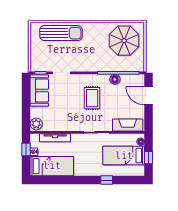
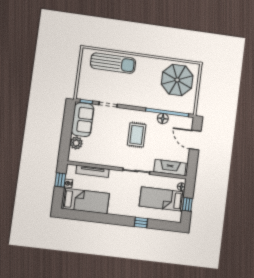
plant: (36, 124) -> (76, 143), moved

